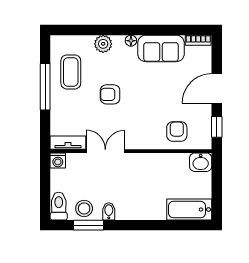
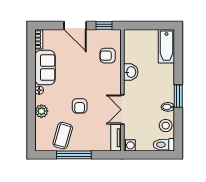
coffee table: (71, 72) -> (63, 136), turned -74
washbasin: (201, 162) -> (131, 72), moved
window: (88, 225) -> (178, 96), moved

